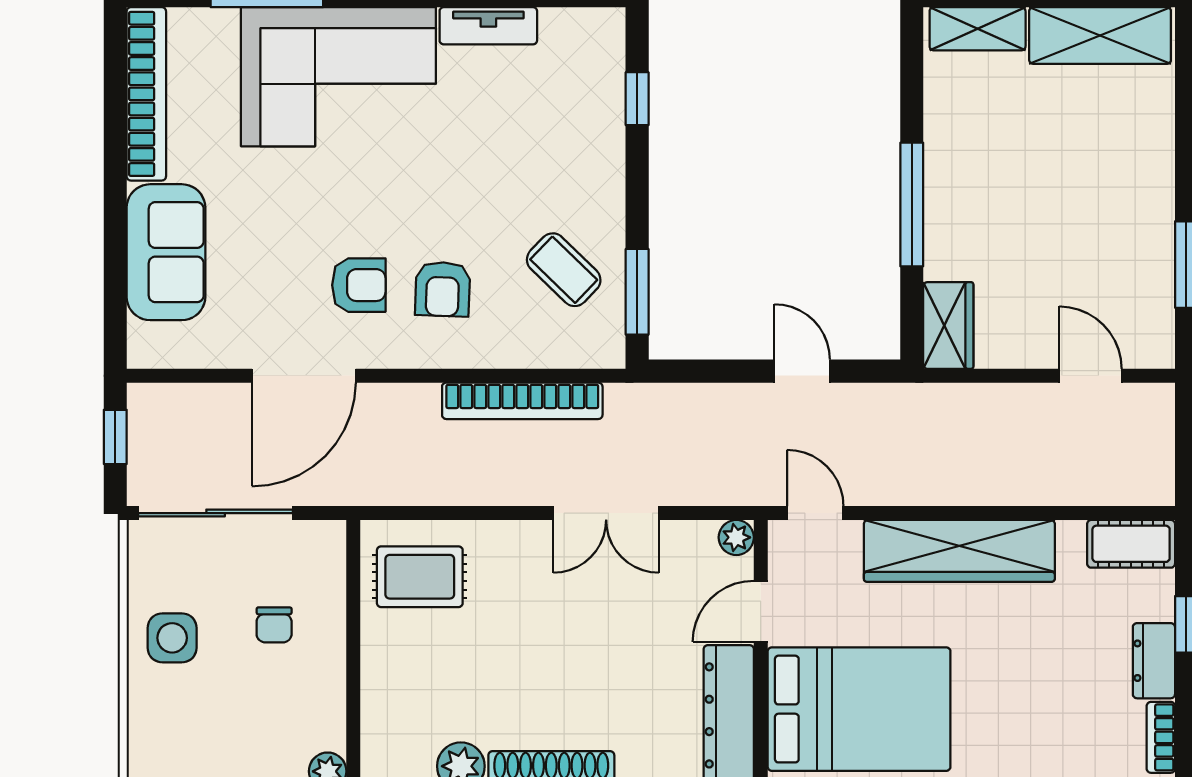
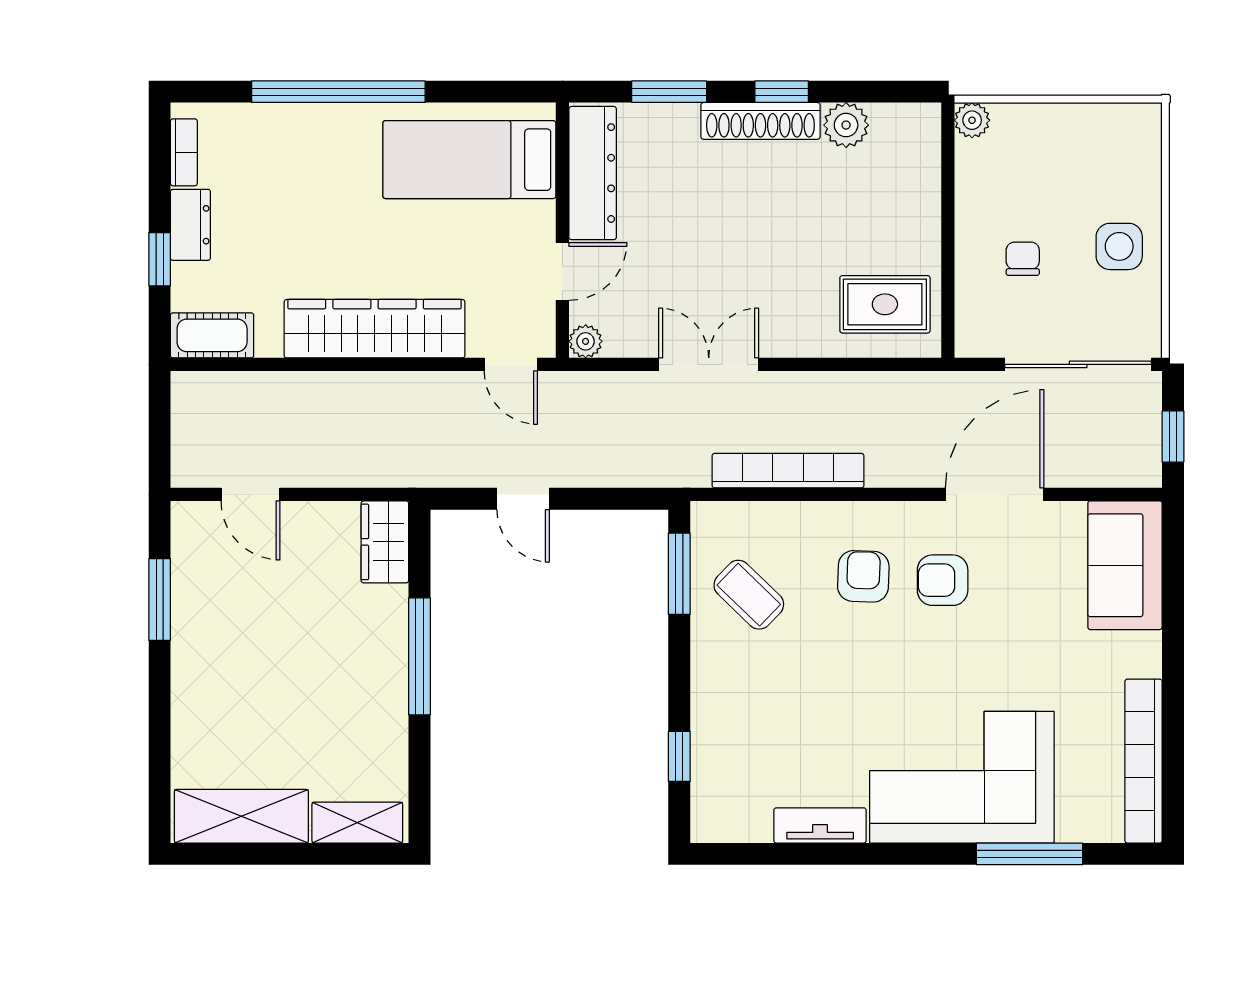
sofa: (166, 252) -> (1125, 565), moved
bed: (859, 709) -> (469, 160), width x0.67

